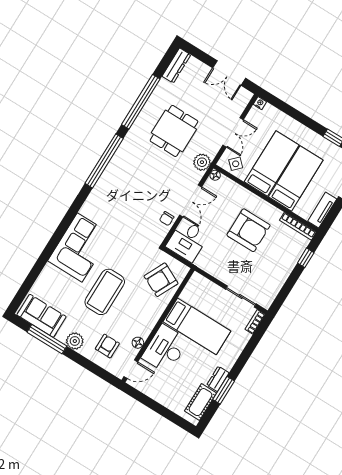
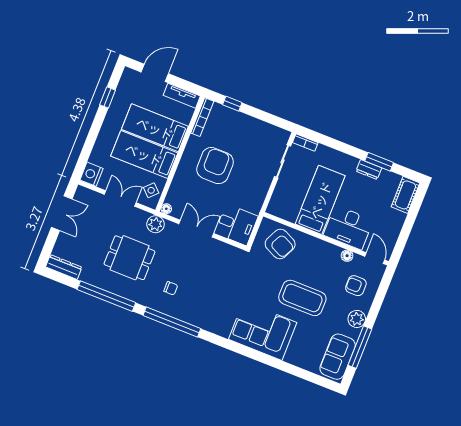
nightstand: (260, 103) -> (91, 174), width x1.89, depth x1.79
chair: (167, 219) -> (171, 288), moved
cot: (200, 402) -> (405, 195), moved, turned 90

